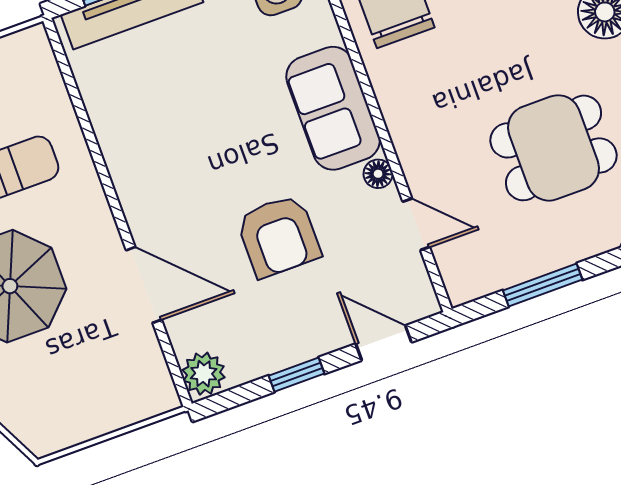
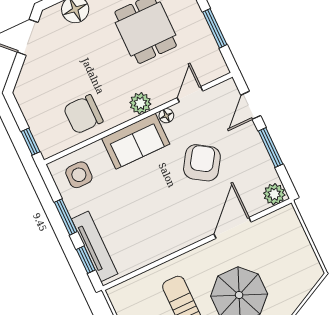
plant: (407, 124) -> (140, 103), added
armchair: (278, 236) -> (202, 163), turned -57
window: (296, 375) -> (271, 148), width x1.50

